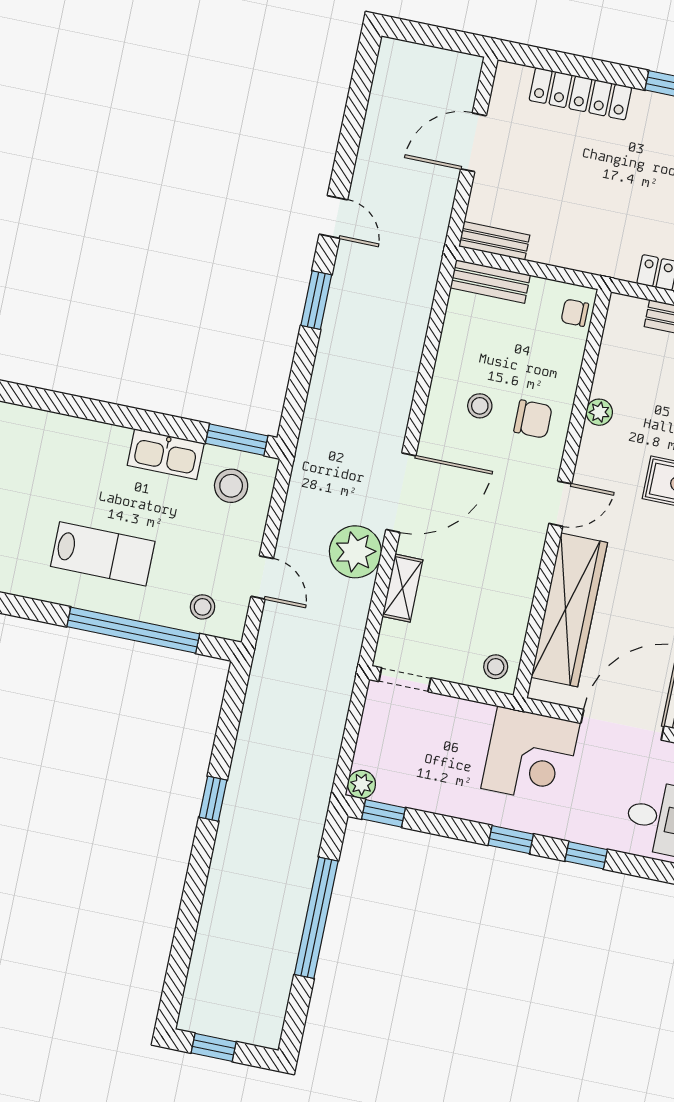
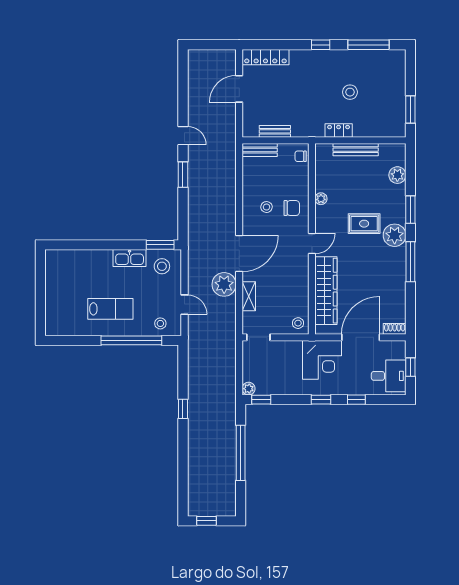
locker: (580, 94) -> (265, 57), moved
bench: (494, 241) -> (275, 131), moved

